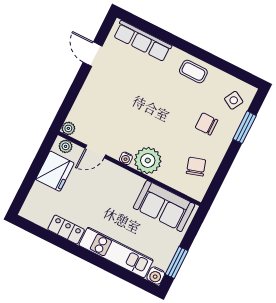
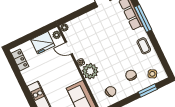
window: (164, 36) -> (143, 18), added
locker: (66, 230) -> (20, 60), moved

